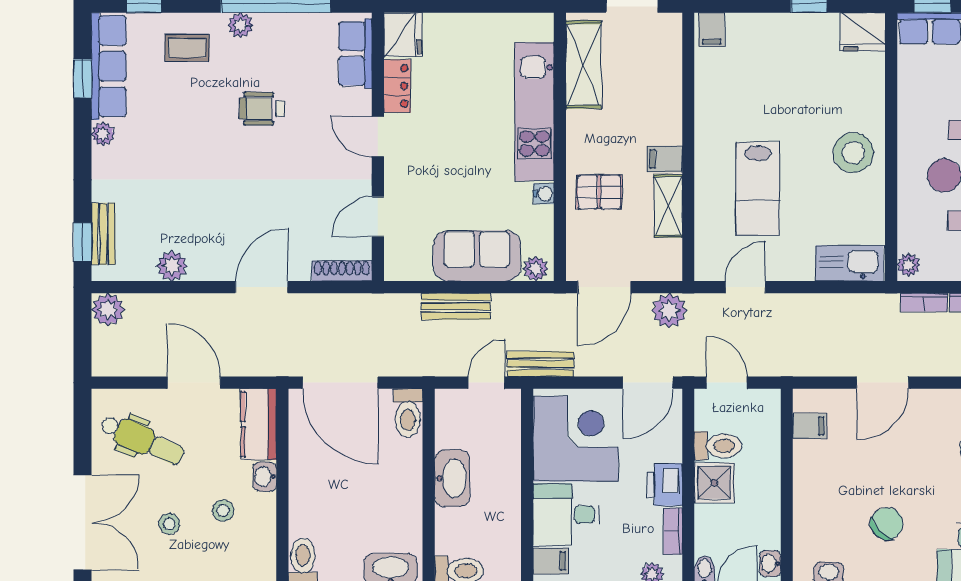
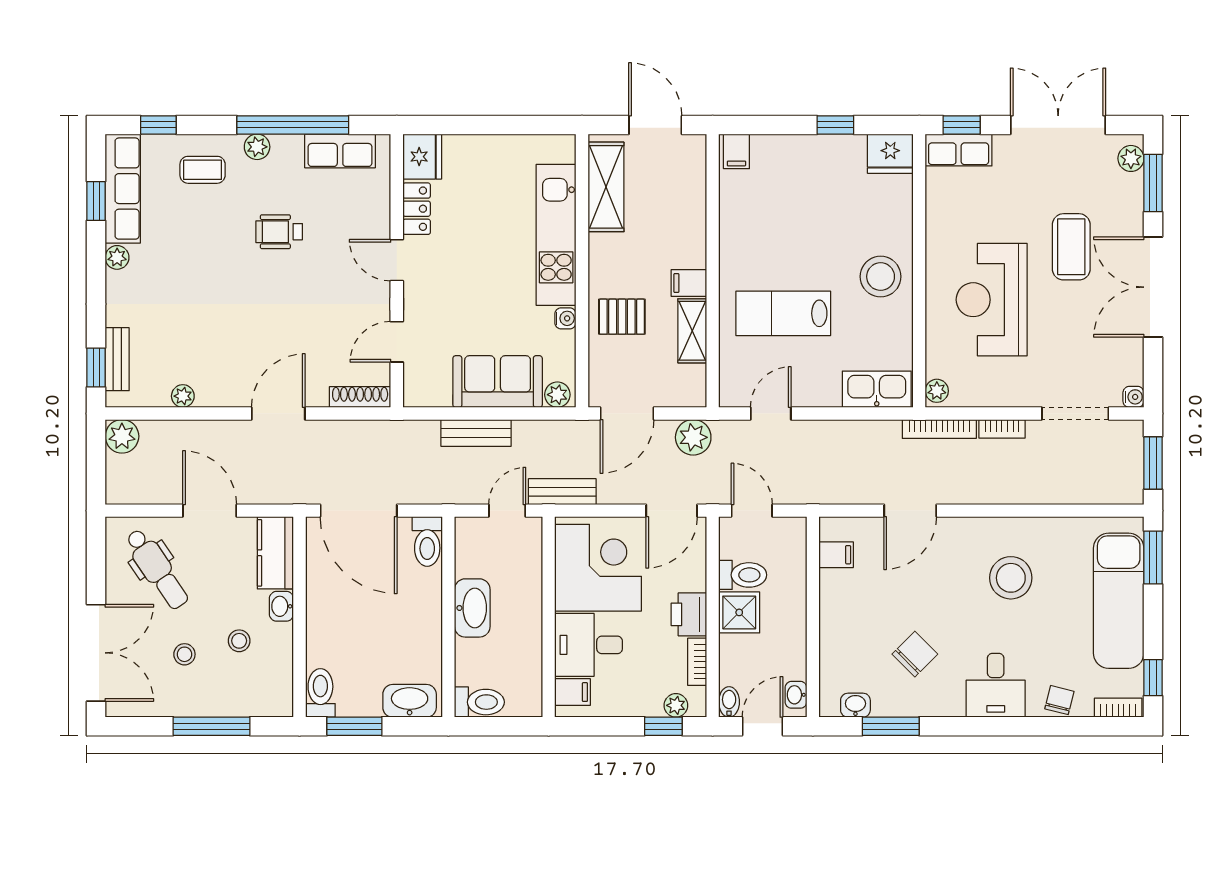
row of seats: (355, 54) -> (340, 151), moved, turned -90
lab bench: (758, 189) -> (783, 313), turned 90
plant: (172, 266) -> (183, 396), width x0.73, depth x0.73
bookcase: (924, 302) -> (939, 429), width x1.56
dental chair: (142, 440) -> (157, 569), turned 32

